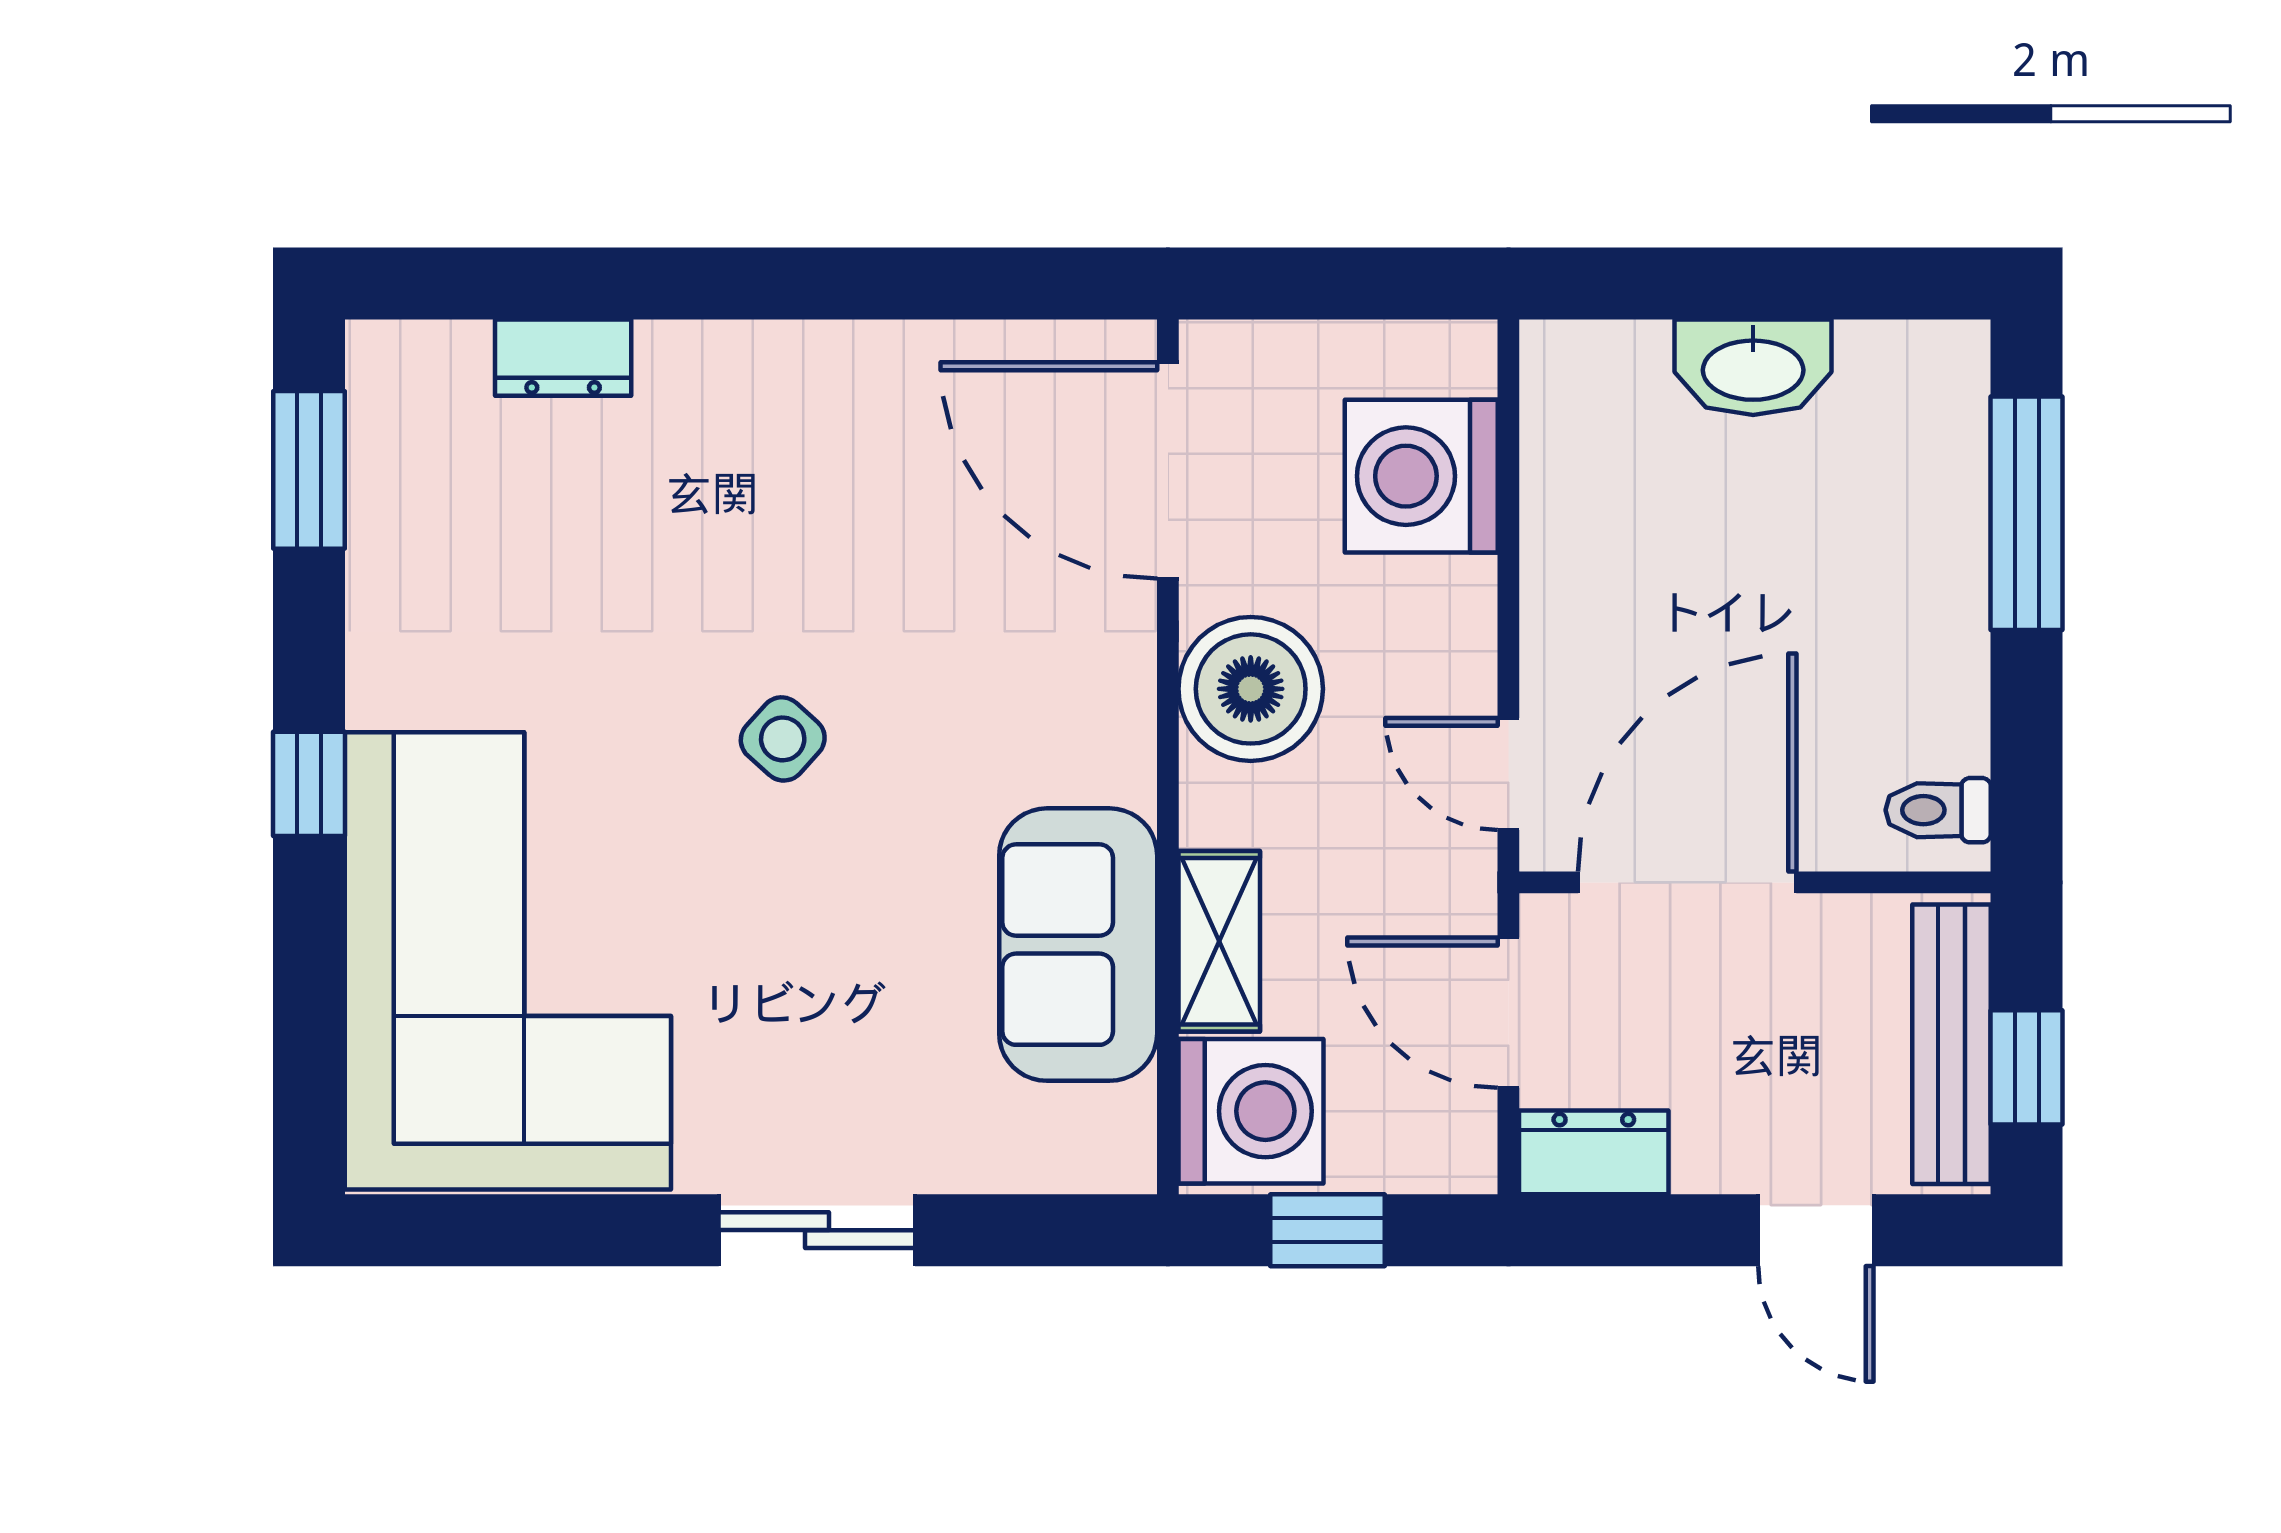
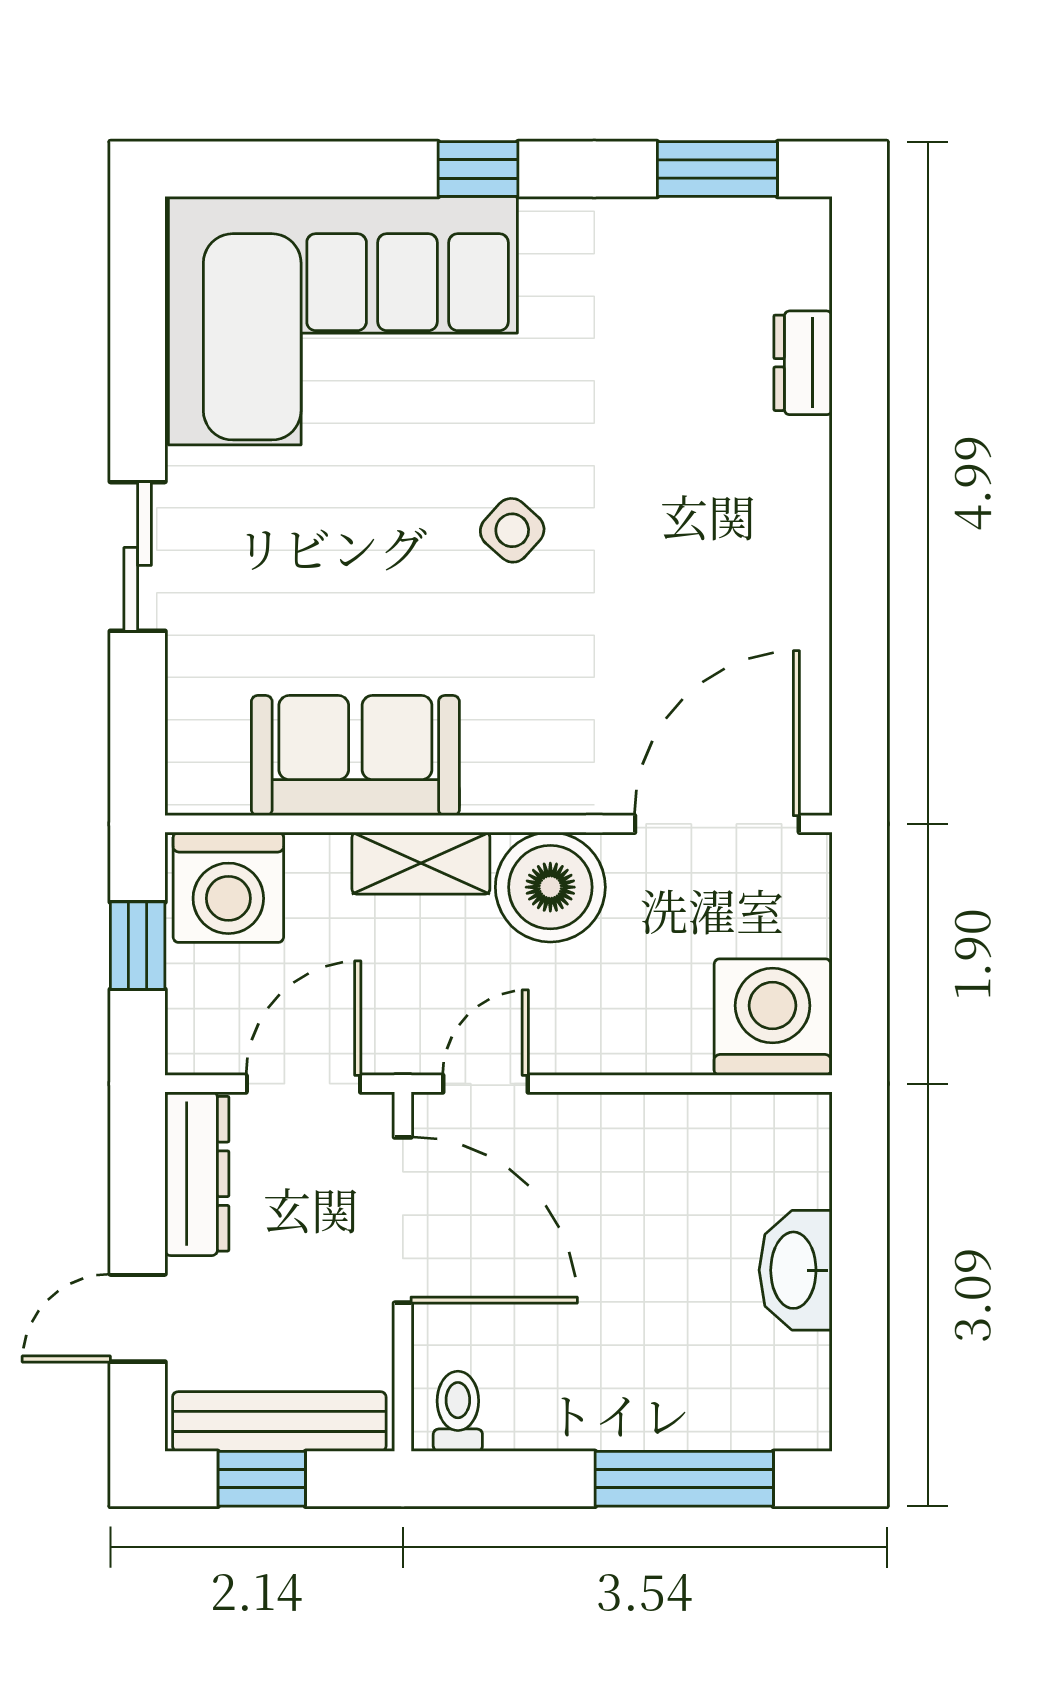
washing machine: (1421, 476) -> (773, 1017), moved
shelving: (1219, 941) -> (421, 863), moved
dresser: (1594, 1152) -> (197, 1174), width x1.44

